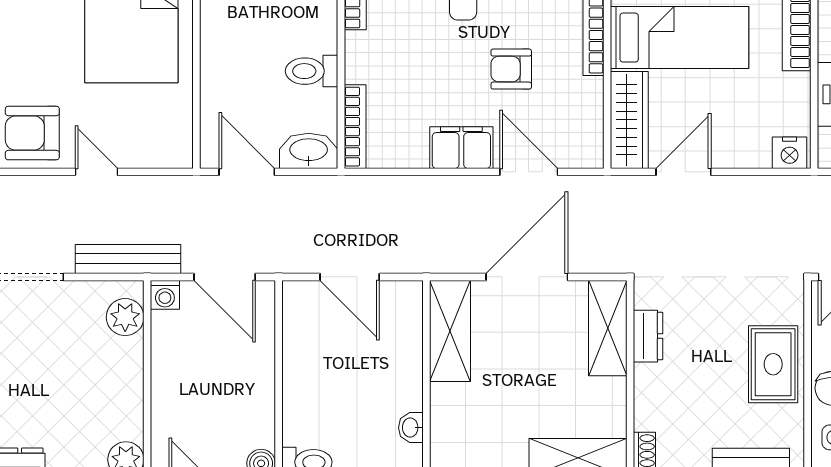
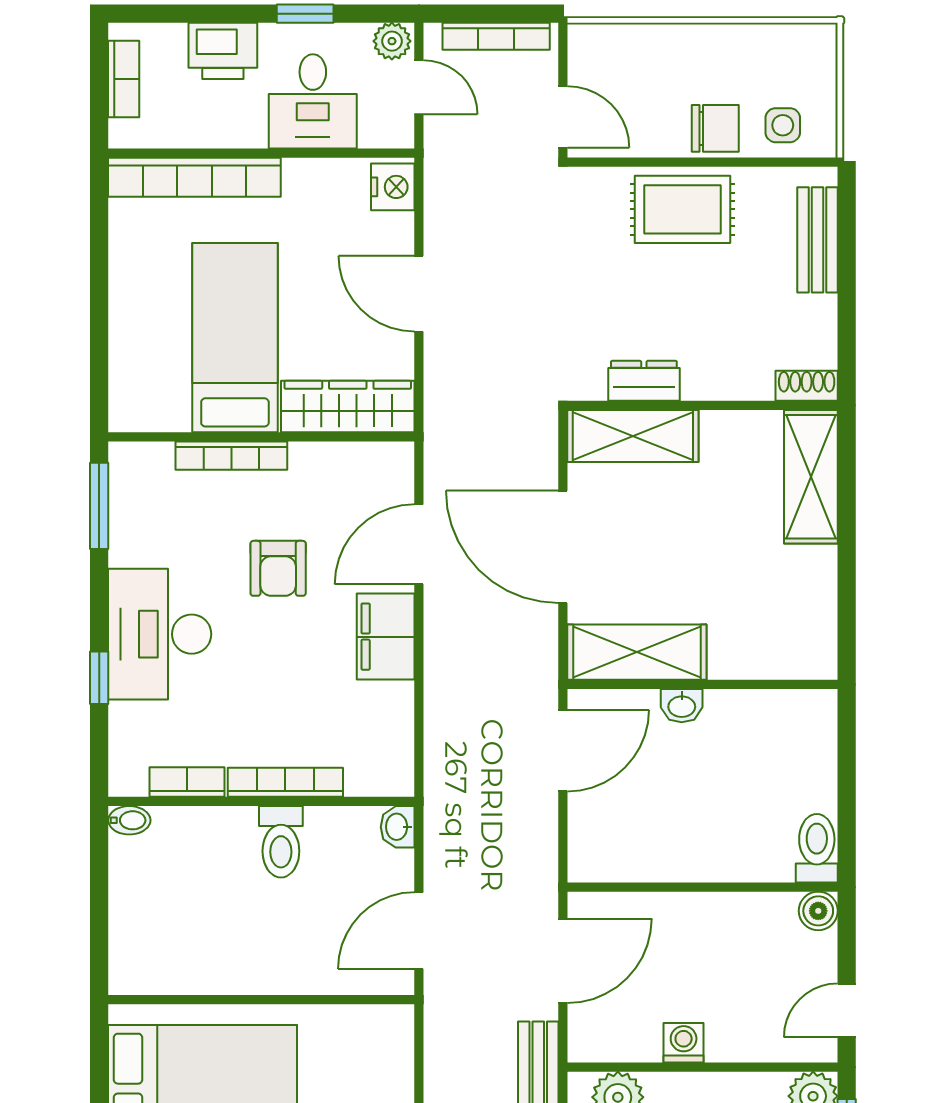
bookcase: (355, 127) -> (285, 782), moved
washbasin: (309, 151) -> (398, 827), width x0.52, depth x0.69
door: (684, 172) -> (419, 294), moved
door: (350, 277) -> (563, 751), moved
washing machine: (165, 295) -> (684, 1043), moved, turned -90
washbasin: (411, 428) -> (682, 706), moved

